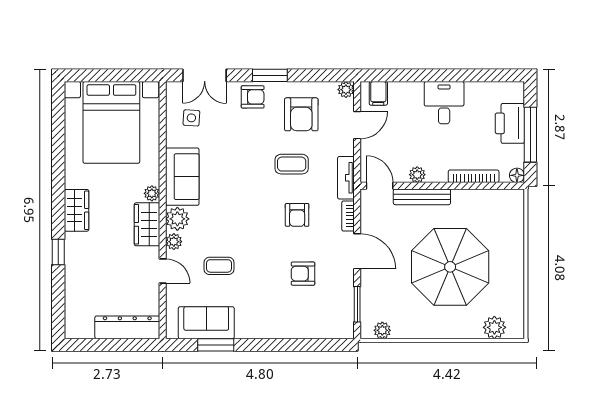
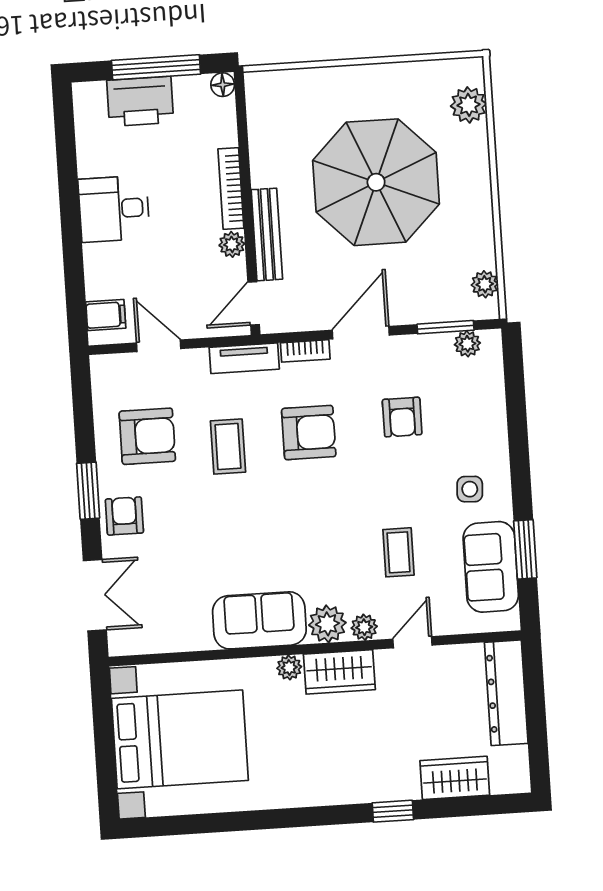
plant: (346, 90) -> (467, 344), moved
side table: (191, 118) -> (470, 489), moved
bookcase: (474, 176) -> (231, 188), moved
wardrobe: (76, 210) -> (455, 778), moved
armchair: (297, 215) -> (309, 433), width x1.38, depth x1.38

